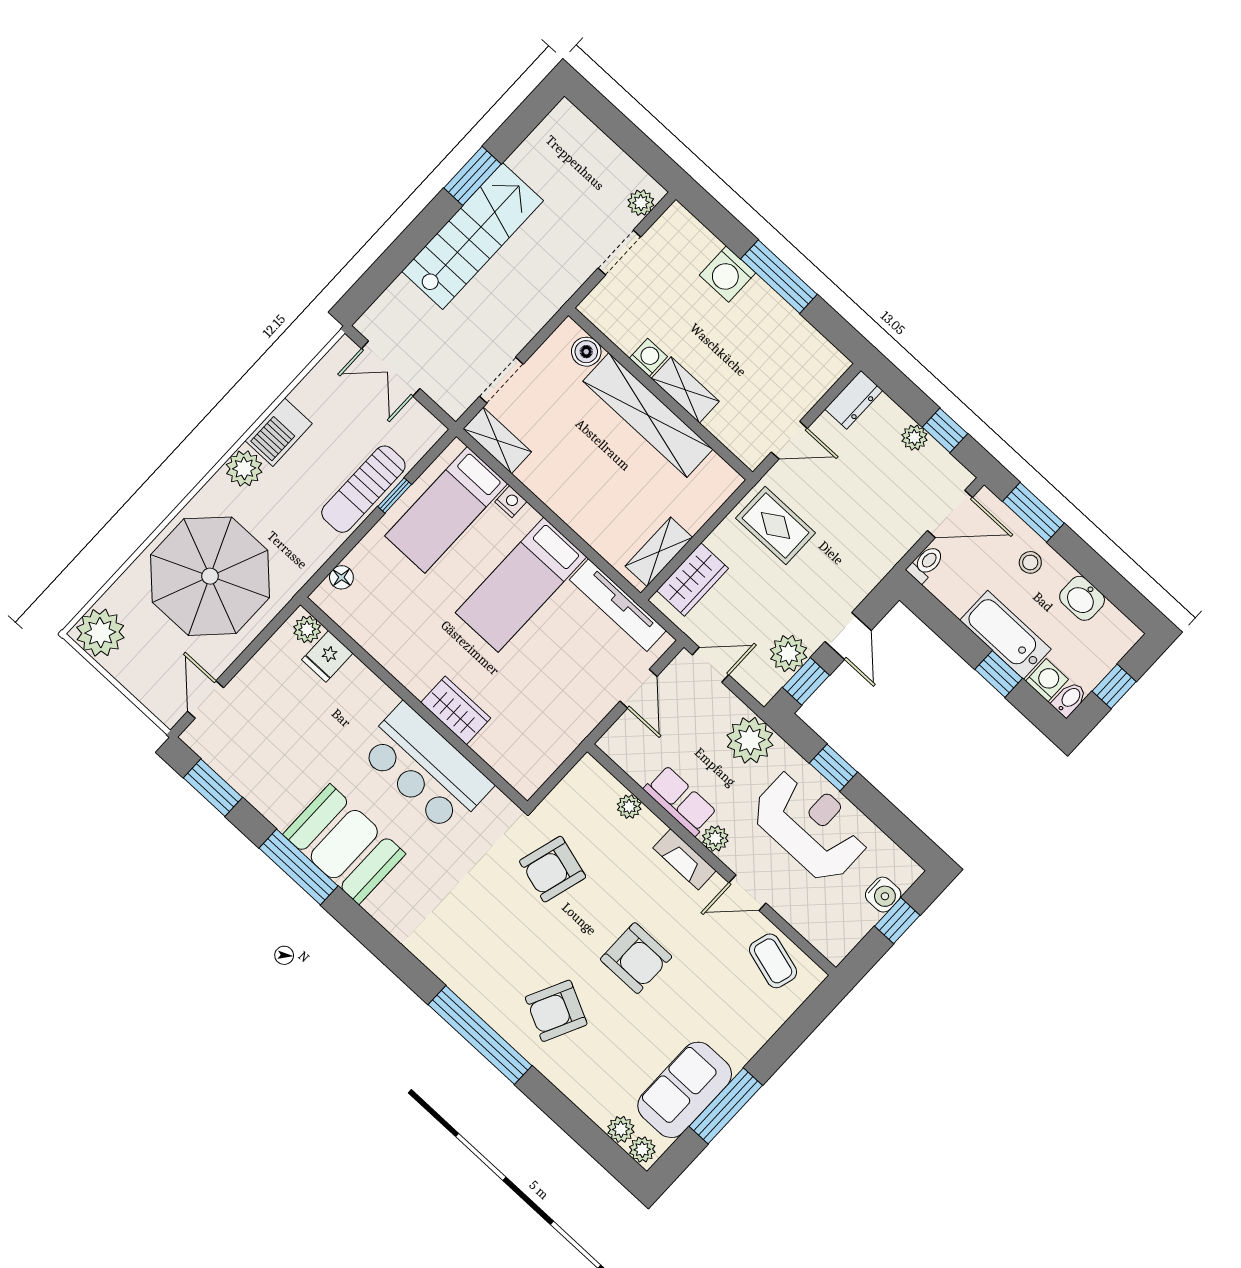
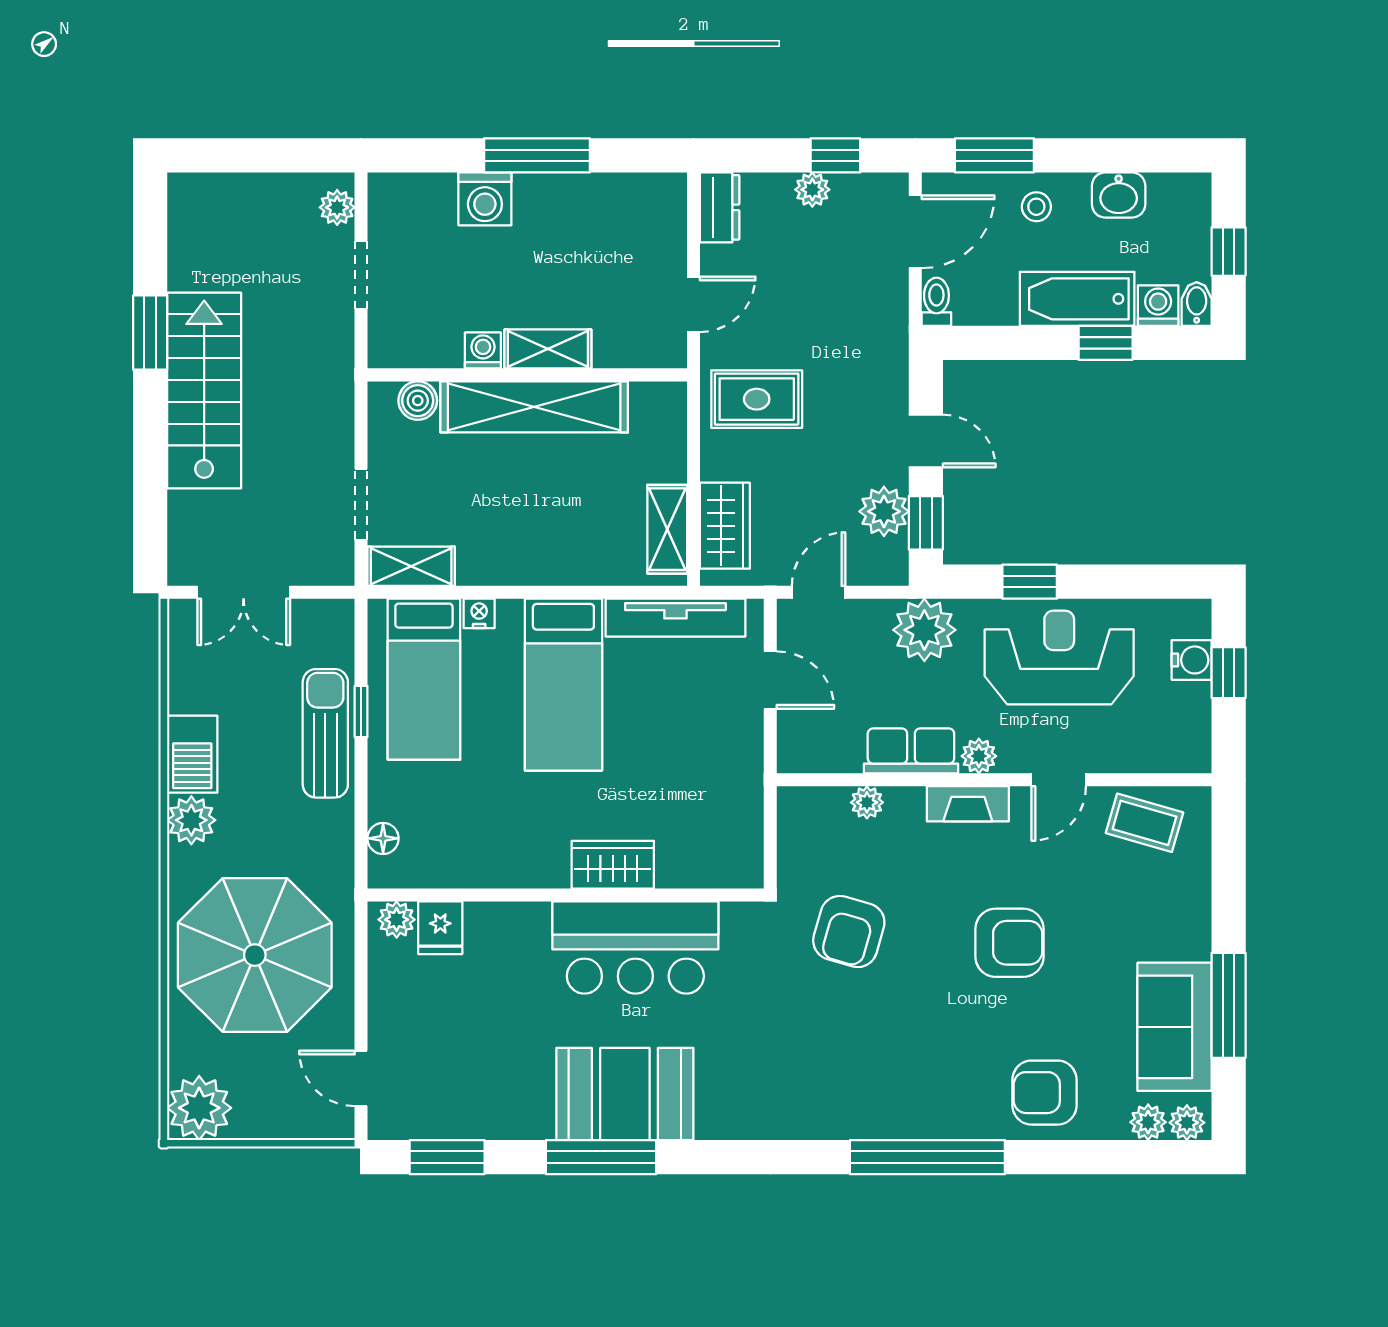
sun lounger: (363, 489) -> (325, 733), turned 180
armchair: (556, 1011) -> (1045, 1093), moved, turned 64

